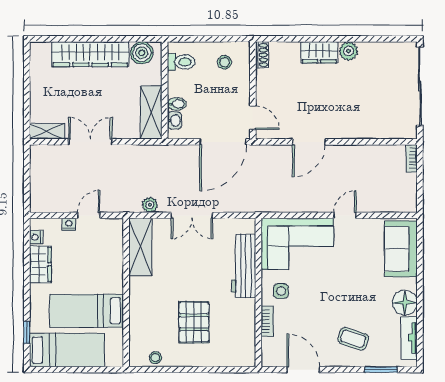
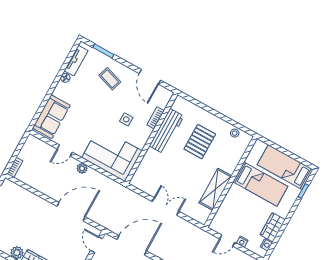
door: (223, 142) -> (132, 245), moved
door: (309, 142) -> (71, 212), width x1.36
plant: (150, 205) -> (82, 168), moved
door: (345, 215) -> (65, 151), moved
shelving: (140, 247) -> (215, 189), moved
workbench: (244, 266) -> (167, 131), moved
side table: (281, 291) -> (126, 119), moved
floor lamp: (405, 303) -> (65, 78), width x0.53, depth x0.53

